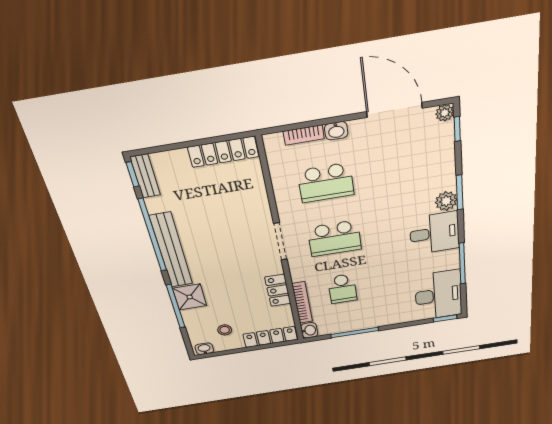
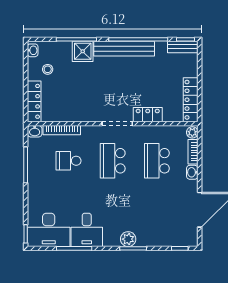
plant: (445, 113) -> (192, 132), moved
desk: (434, 233) -> (87, 230), moved
locker: (278, 290) -> (148, 115), moved

